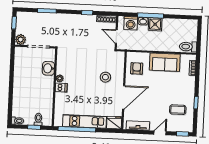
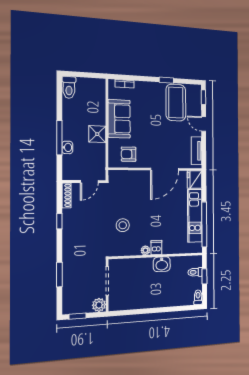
washing machine: (131, 23) -> (71, 164), removed
shower: (155, 24) -> (97, 134), moved
toilet: (188, 47) -> (69, 87), moved
washbasin: (48, 68) -> (162, 264), moved
stool: (105, 77) -> (123, 225), moved
door: (124, 97) -> (165, 169), swing flipped
coffee table: (178, 110) -> (176, 103), width x1.86, depth x1.72

